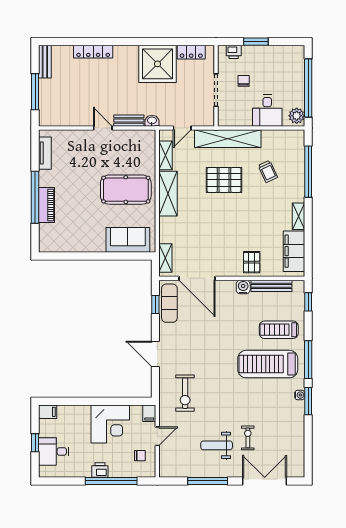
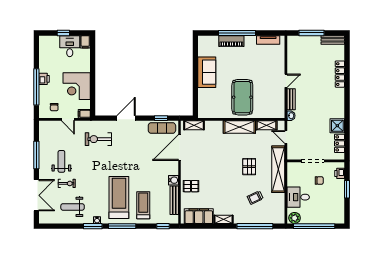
shower: (158, 64) -> (337, 126), width x0.54, depth x0.54
pallet: (224, 180) -> (249, 167), width x0.67, depth x0.71
sofa: (128, 240) -> (207, 72), moved
weight bench: (281, 430) -> (73, 207), added
desk: (54, 451) -> (70, 46), moved

